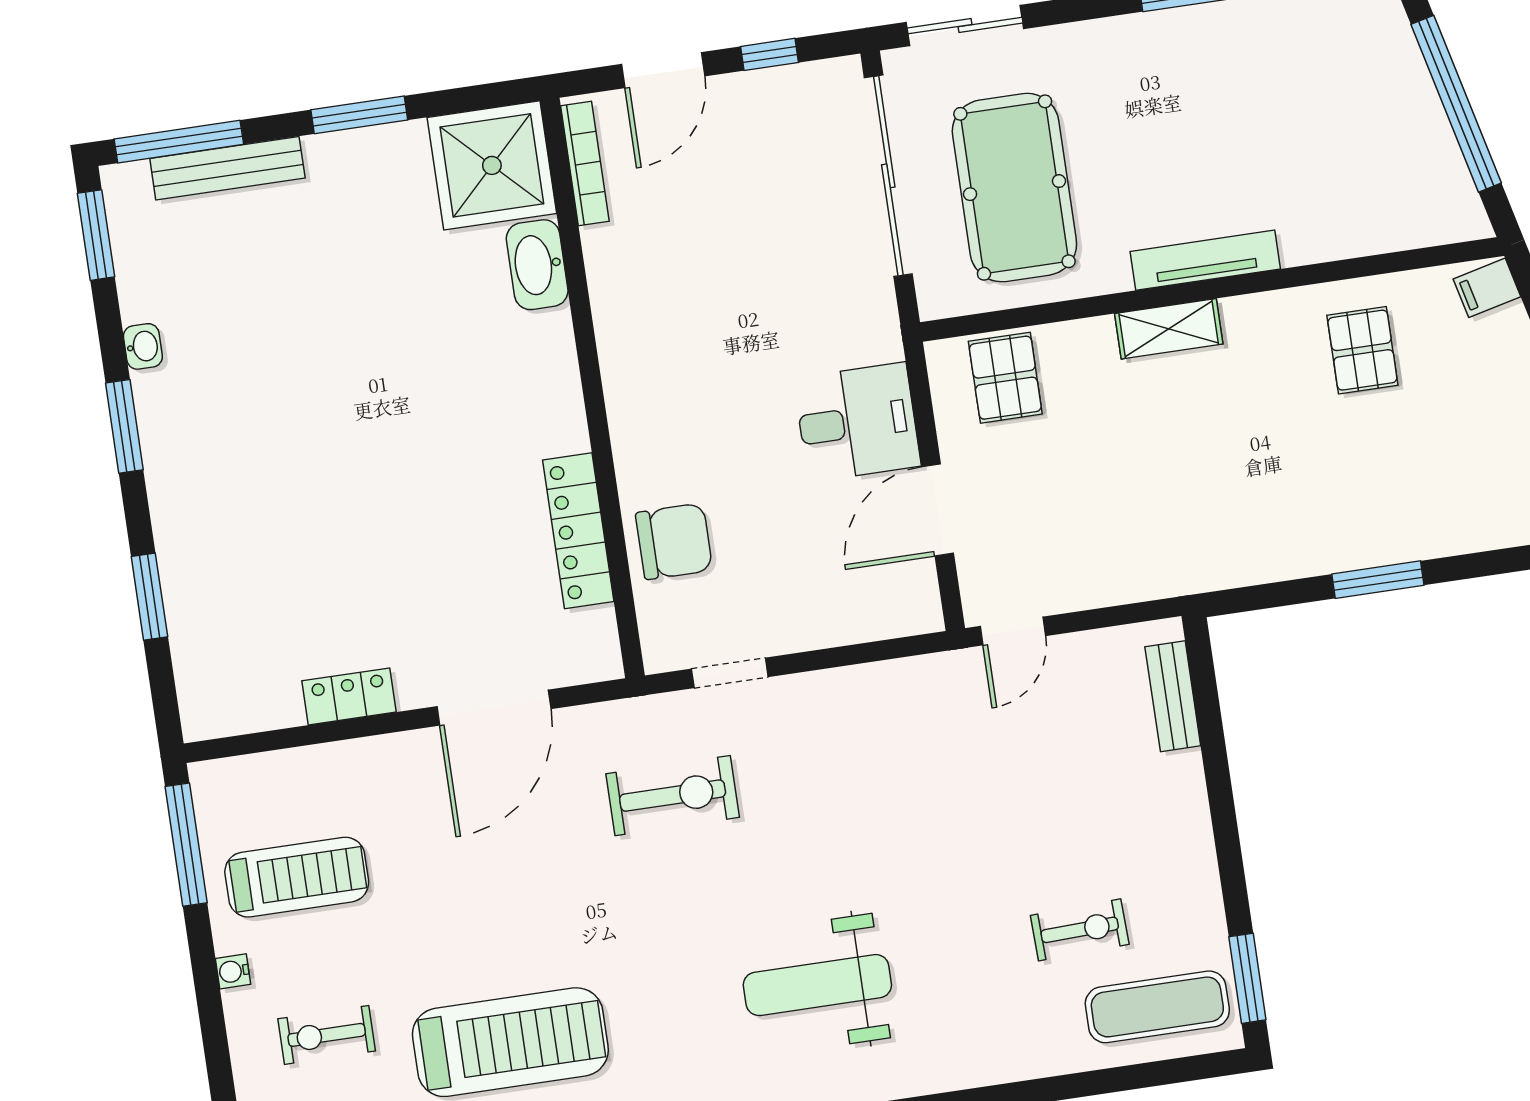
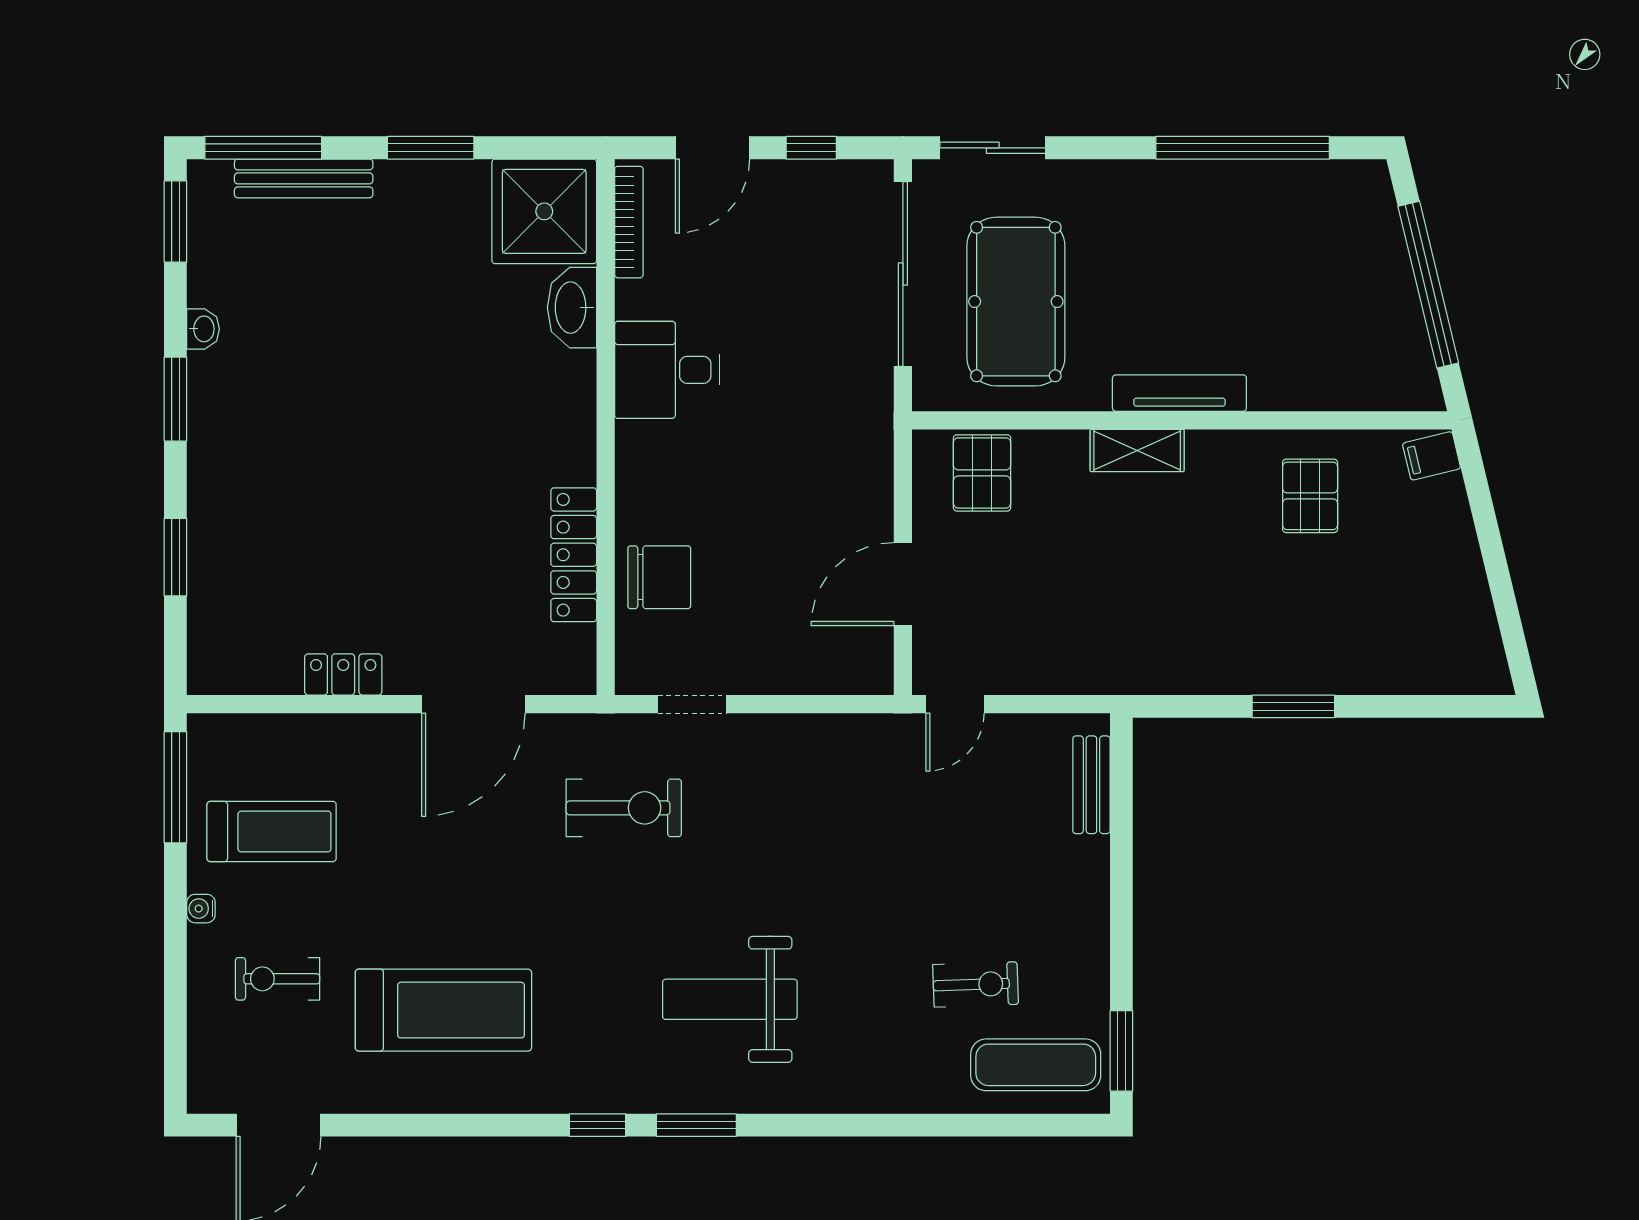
desk: (857, 422) -> (667, 370), moved, turned 180

